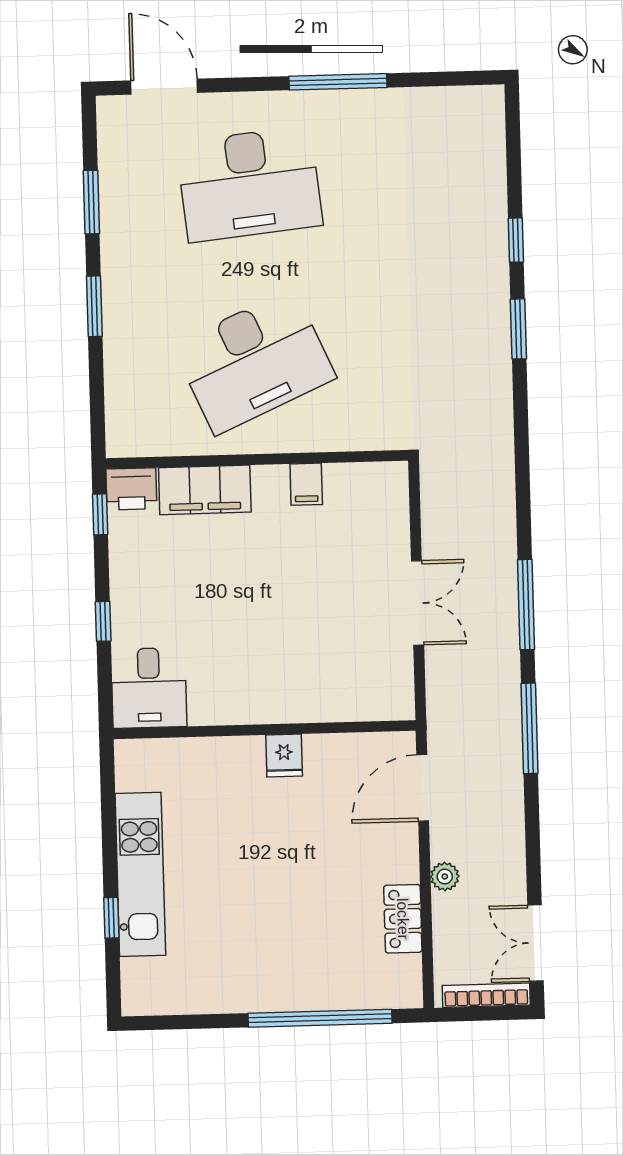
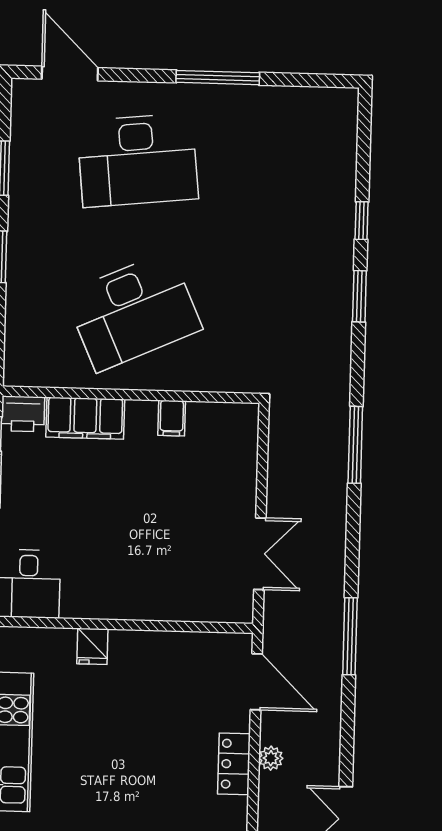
double door: (418, 603) -> (260, 554), moved
window: (526, 605) -> (355, 445), moved
fridge: (284, 756) -> (92, 646), moved
door: (423, 788) -> (256, 682), swing flipped
locker: (403, 919) -> (234, 764), moved

